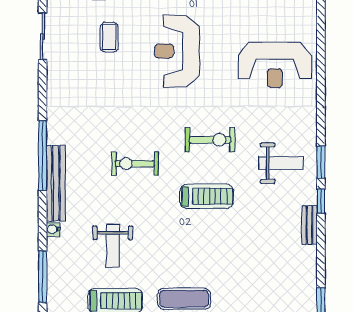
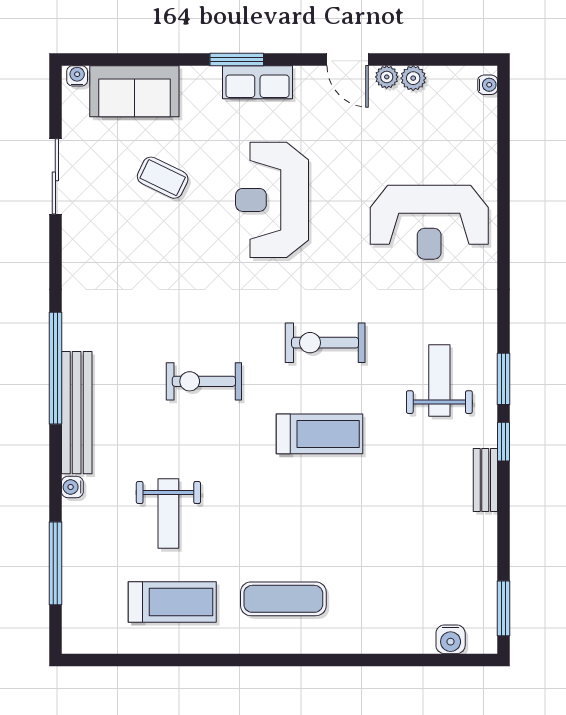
coffee table: (109, 37) -> (163, 178), turned -64
exercise bike: (210, 140) -> (325, 343), turned 180
weight bench: (281, 163) -> (439, 380), turned -90

